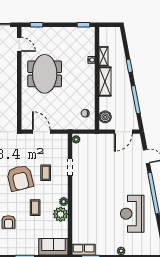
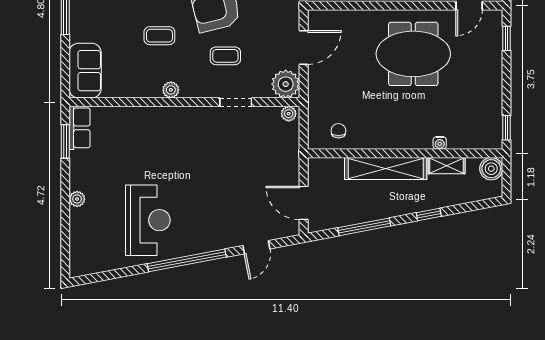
shelving: (105, 81) -> (386, 168), width x1.47
boiler: (105, 117) -> (491, 169), moved
plant: (61, 214) -> (286, 84), moved
reception desk: (132, 214) -> (148, 220), turned 90

